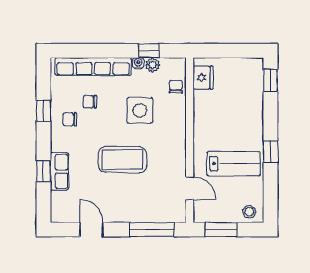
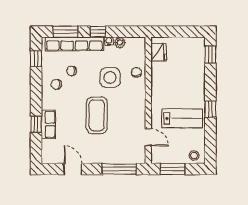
window: (82, 51) -> (65, 32), added
window: (149, 51) -> (98, 32), moved
chair: (176, 87) -> (136, 72), moved
window: (43, 111) -> (36, 59), moved
coffee table: (123, 160) -> (97, 115), turned 90

